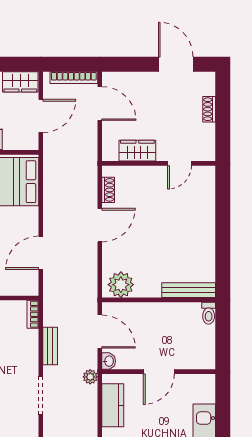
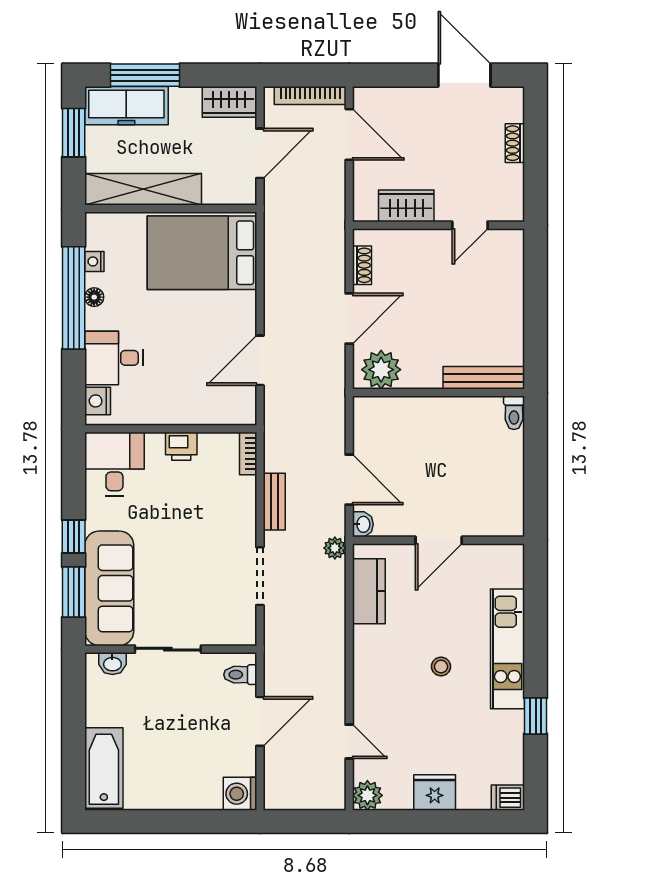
plant: (121, 285) -> (381, 370), moved
bench: (189, 290) -> (484, 378), moved
wall: (159, 300) -> (438, 393), moved
toilet: (209, 313) -> (514, 413), moved

